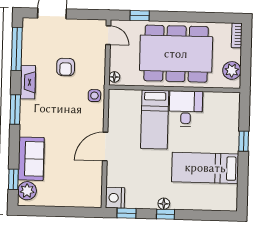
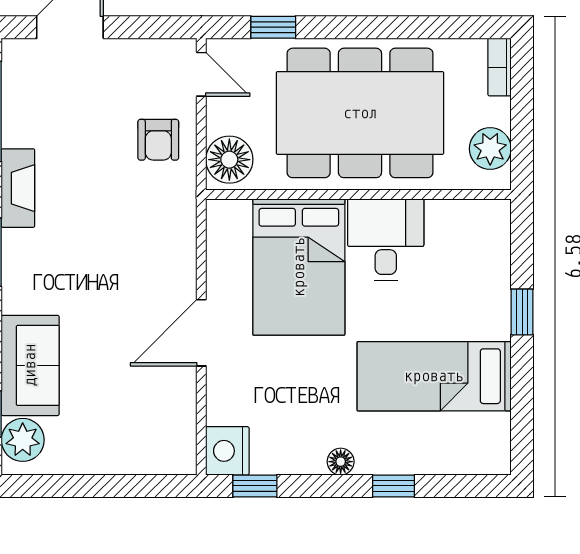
armchair: (66, 67) -> (158, 140), moved
floor lamp: (114, 77) -> (229, 160), width x1.89, depth x1.89
side table: (94, 96) -> (173, 215), removed
bed: (155, 119) -> (299, 267), width x1.50
window: (166, 214) -> (393, 486), moved

